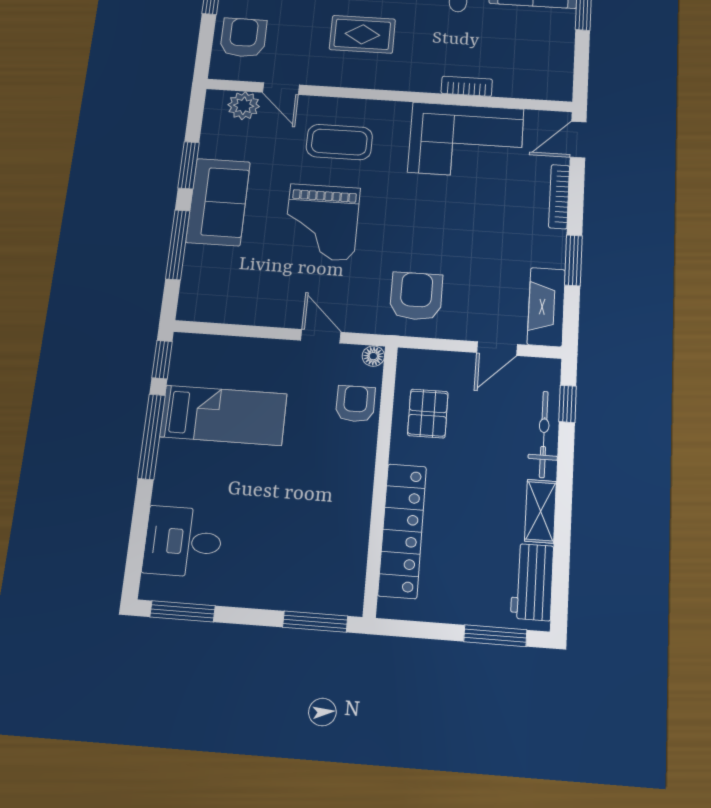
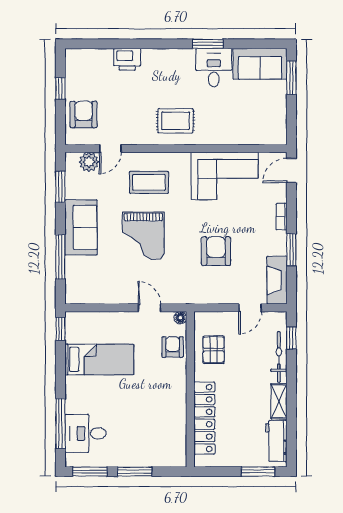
rug: (362, 34) -> (175, 121), moved
bookcase: (467, 86) -> (223, 139), removed
door: (281, 89) -> (110, 148), hinge flipped
window: (189, 165) -> (60, 187), moved
bookcase: (559, 197) -> (282, 217), width x0.64
armchair: (416, 296) -> (216, 251), moved
window: (151, 437) -> (60, 424), moved
window: (315, 622) -> (135, 472), moved

